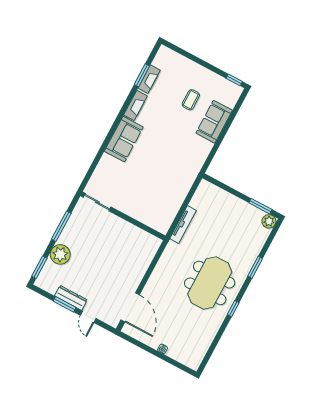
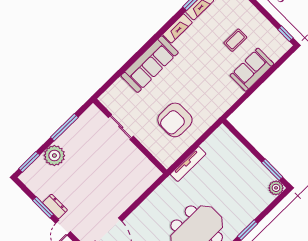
sofa: (124, 139) -> (150, 64), width x1.36
armchair: (159, 189) -> (175, 120), added
sliding door: (97, 202) -> (121, 127), moved
dresser: (71, 298) -> (55, 206), width x0.70

